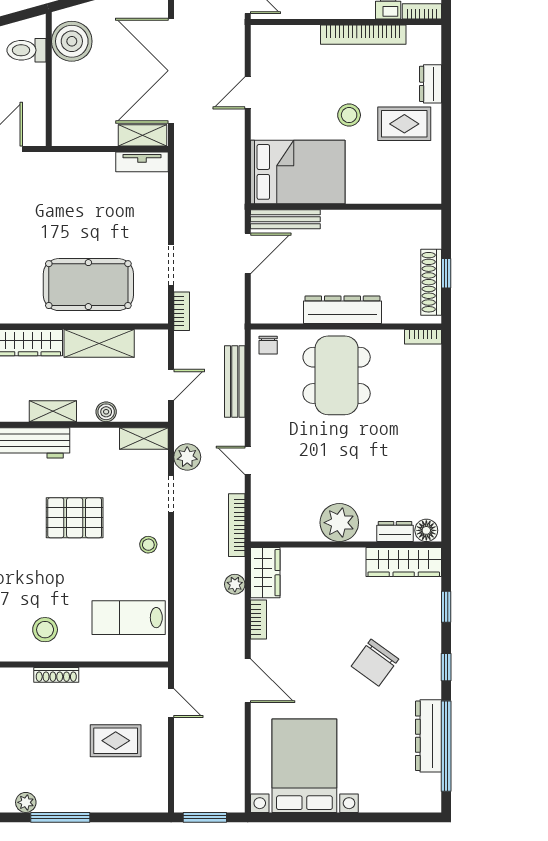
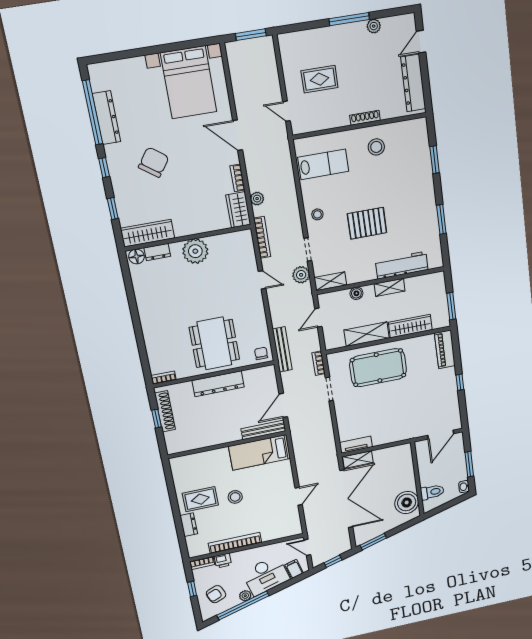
bed: (298, 172) -> (260, 452), width x0.67
bench: (235, 381) -> (282, 349), moved

